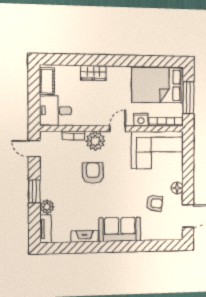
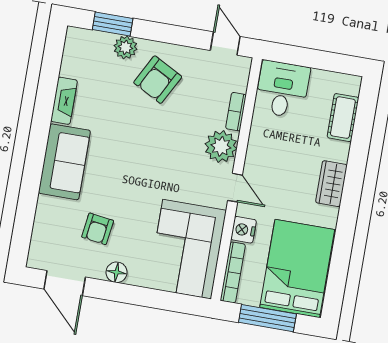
wardrobe: (93, 73) -> (331, 184), moved
cot: (47, 81) -> (343, 118), moved, turned 90
door: (34, 149) -> (225, 43), hinge flipped
armchair: (93, 173) -> (158, 80), moved, turned 118
window: (34, 191) -> (113, 24), moved
tv unit: (45, 229) -> (89, 38), removed

